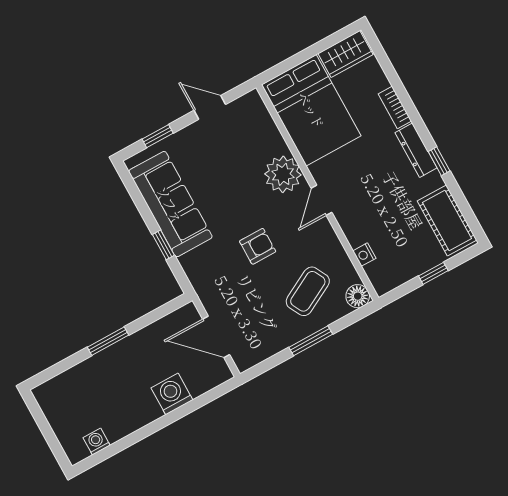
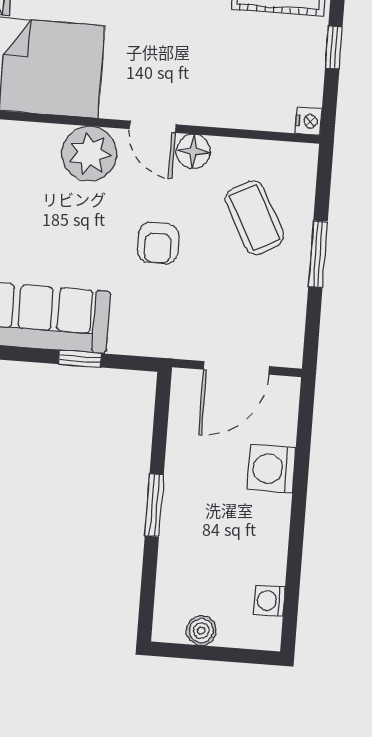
armchair: (258, 246) -> (158, 243), turned 180
nightstand: (364, 255) -> (309, 121), moved, turned -90
floor lamp: (358, 296) -> (193, 151), moved
boiler: (55, 414) -> (201, 631), added

